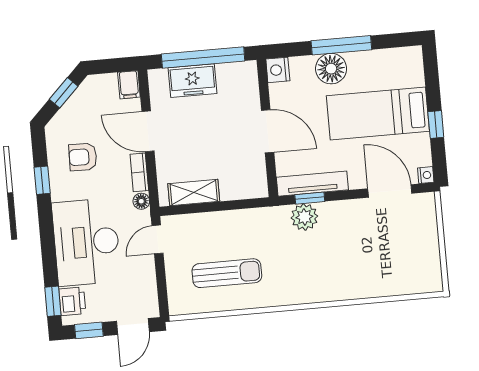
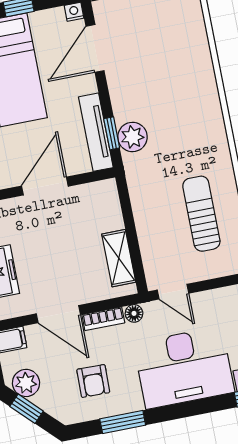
plant: (88, 95) -> (26, 383), added
door: (148, 131) -> (58, 314), hinge flipped
window: (42, 180) -> (123, 422), width x1.50

